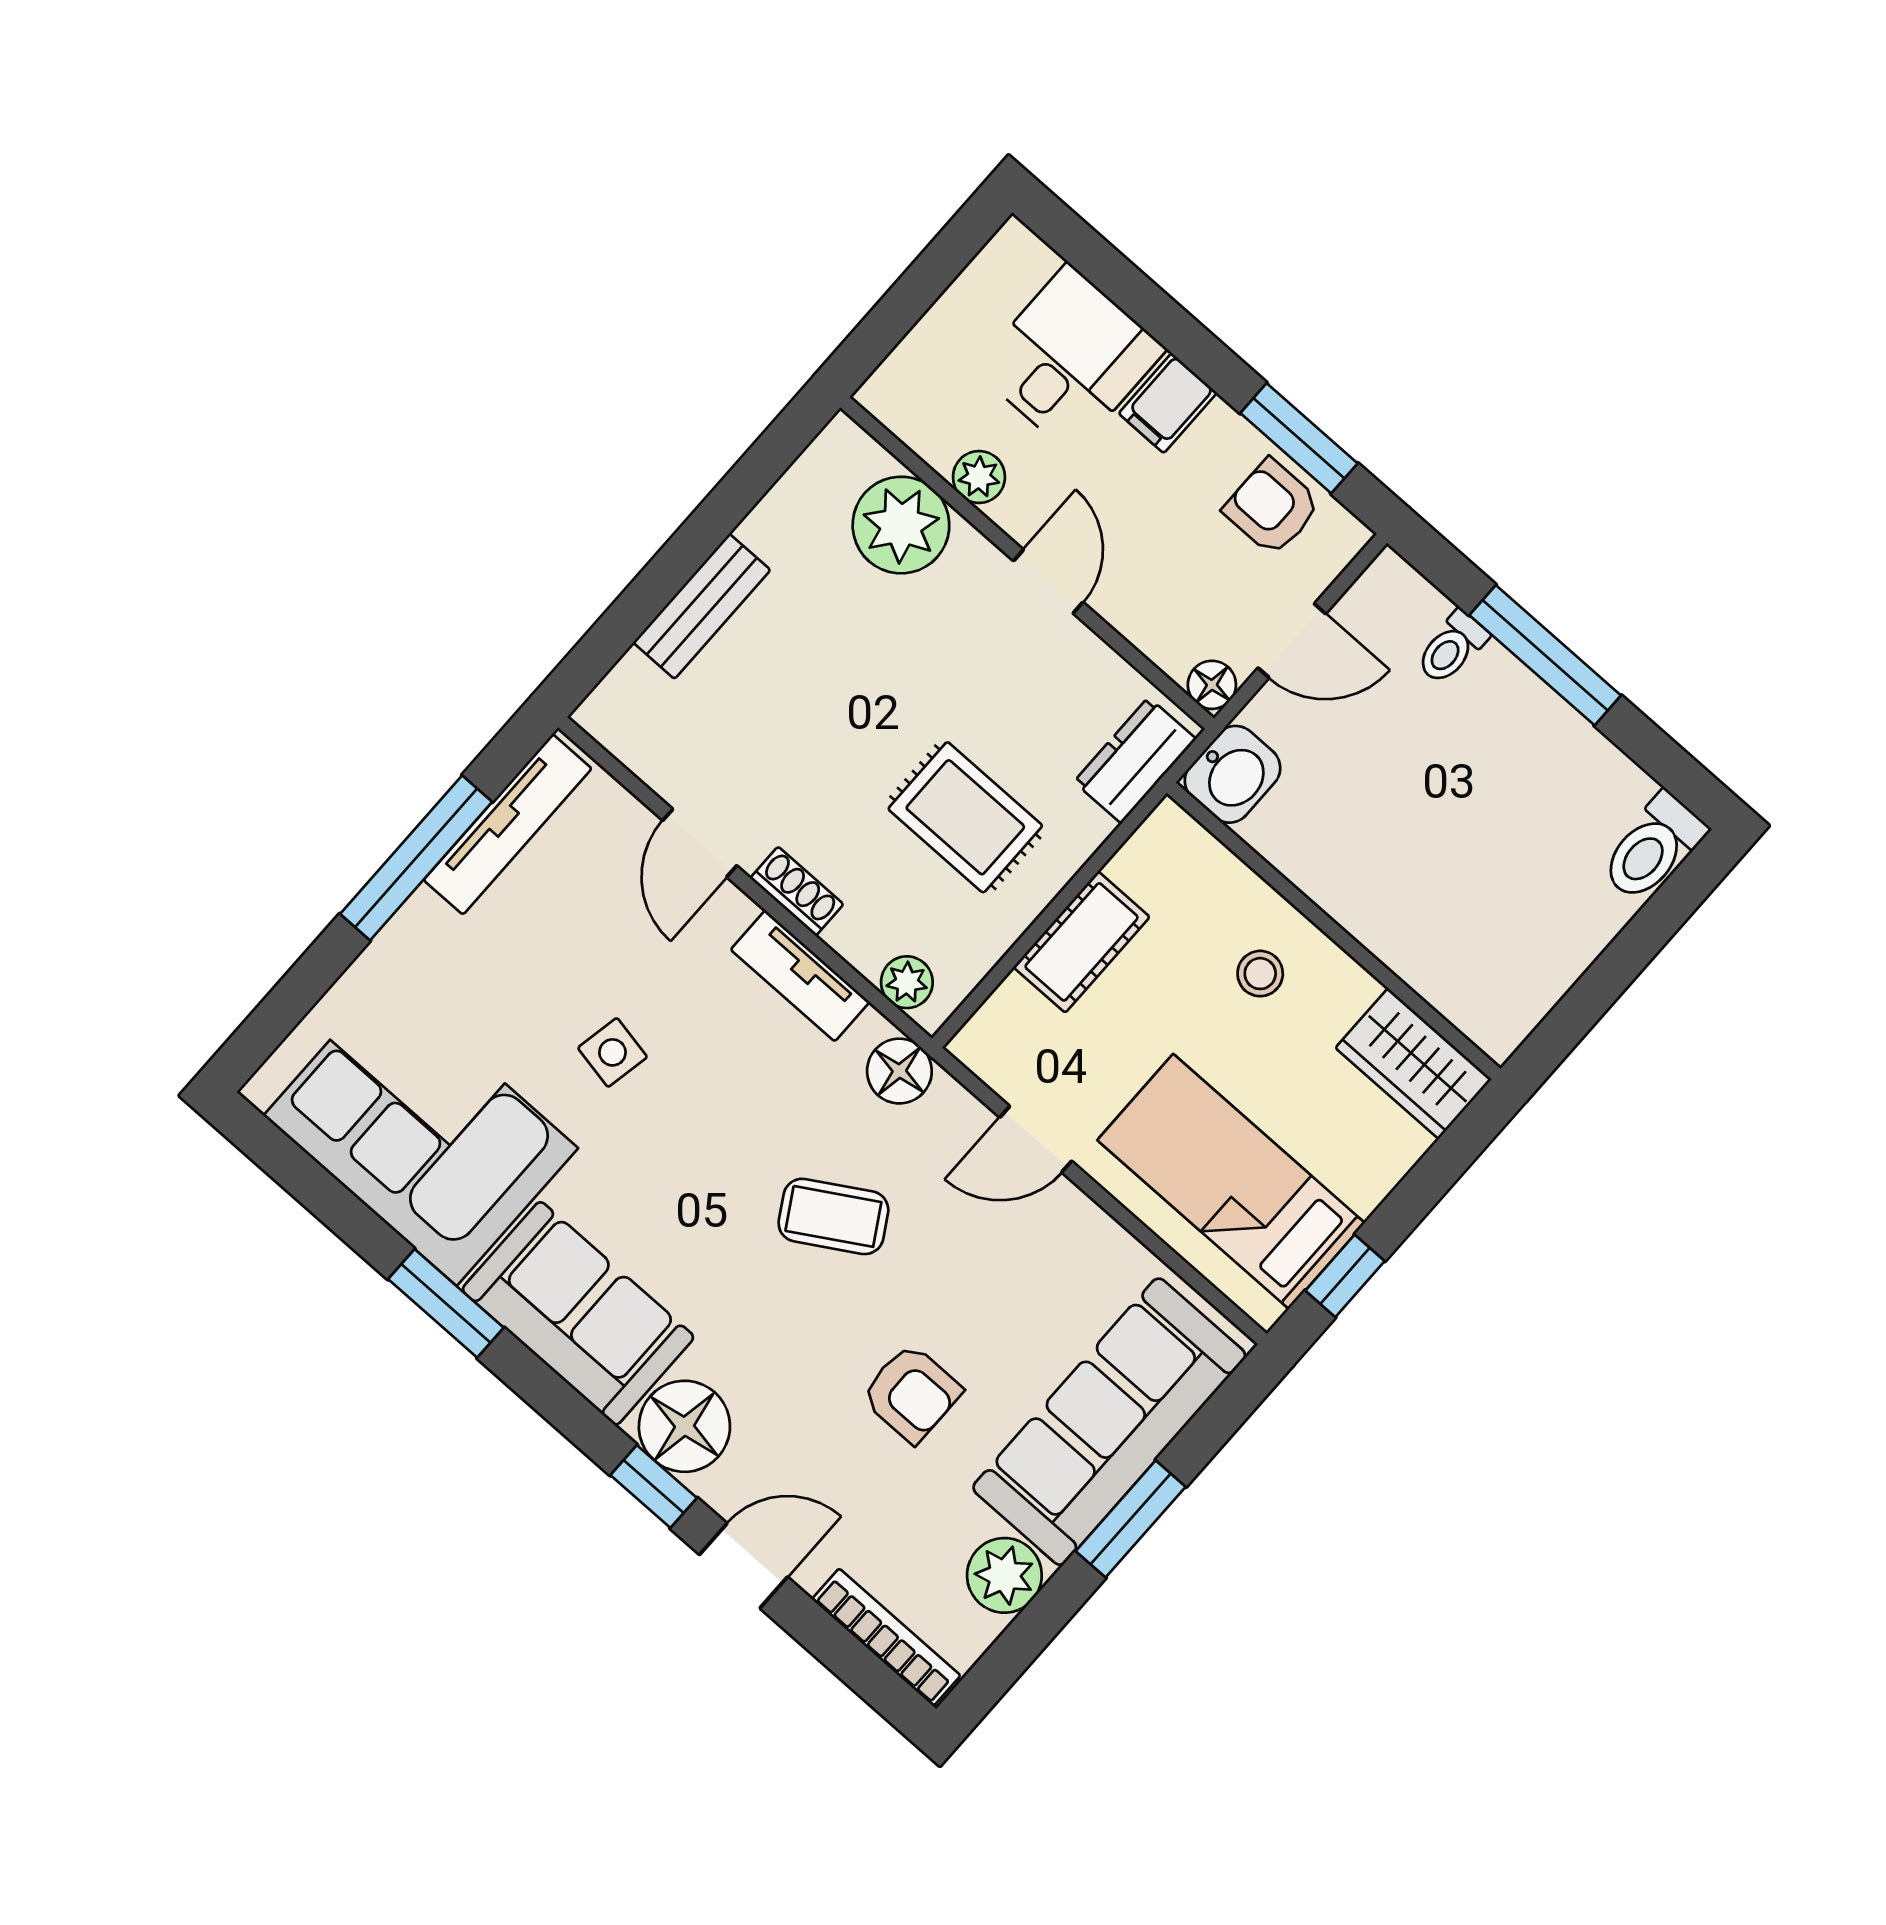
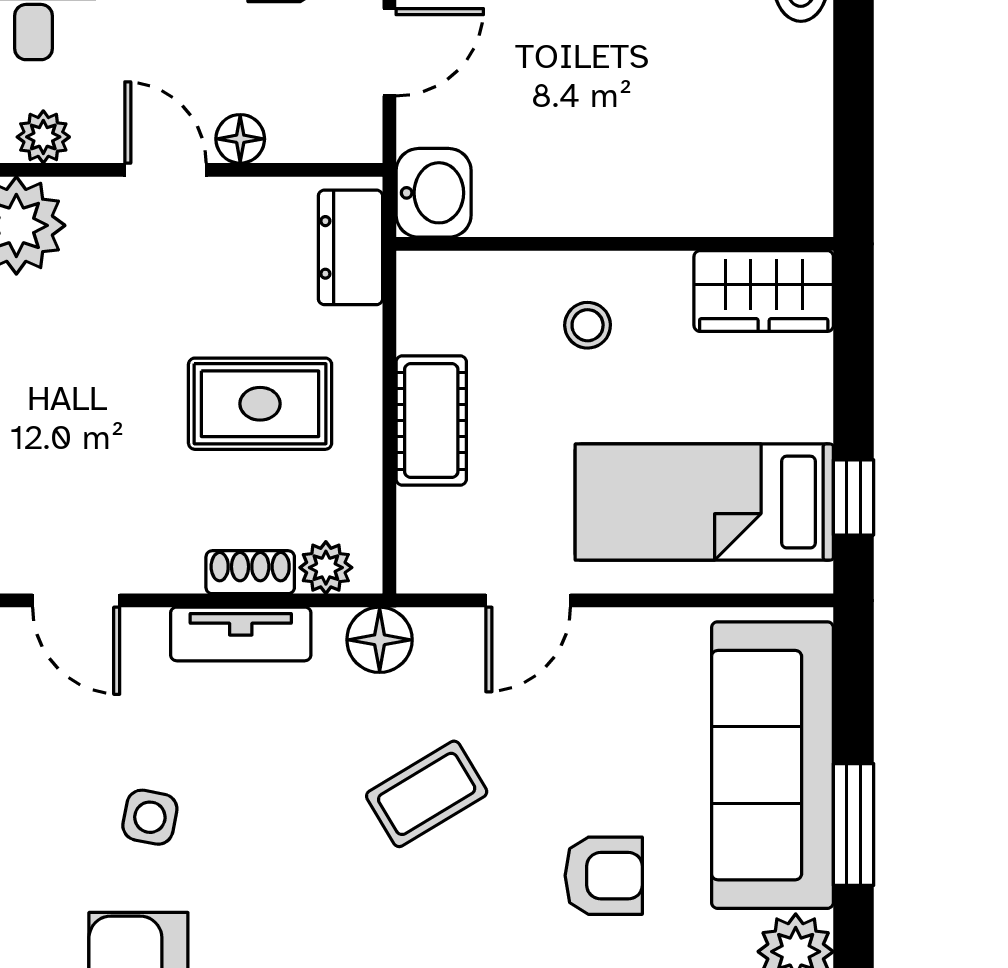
floor lamp: (1212, 685) -> (240, 139), moved
shoe rack: (797, 891) -> (250, 572), moved

